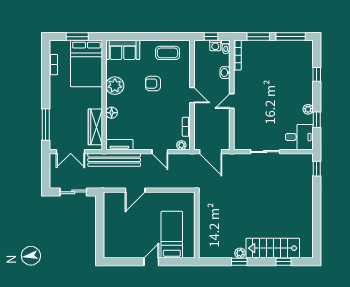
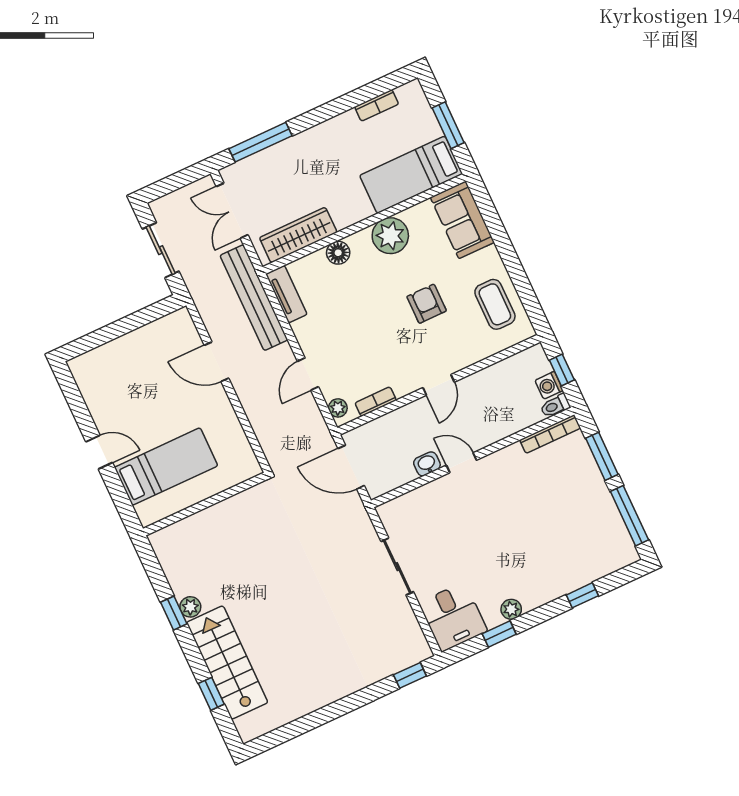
bed: (86, 64) -> (411, 175), width x0.67
washbasin: (225, 73) -> (427, 464), moved
door: (211, 152) -> (351, 467), hinge flipped

